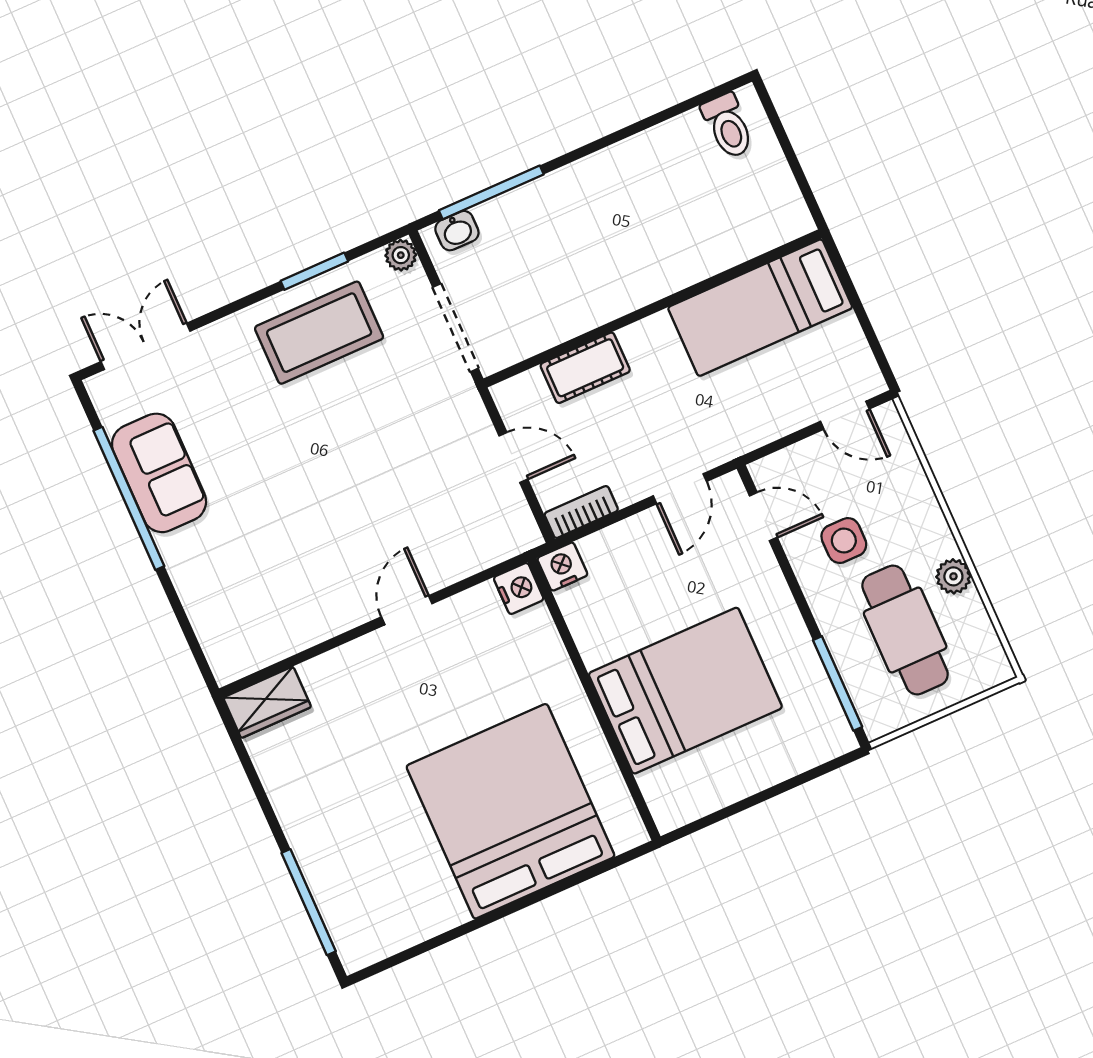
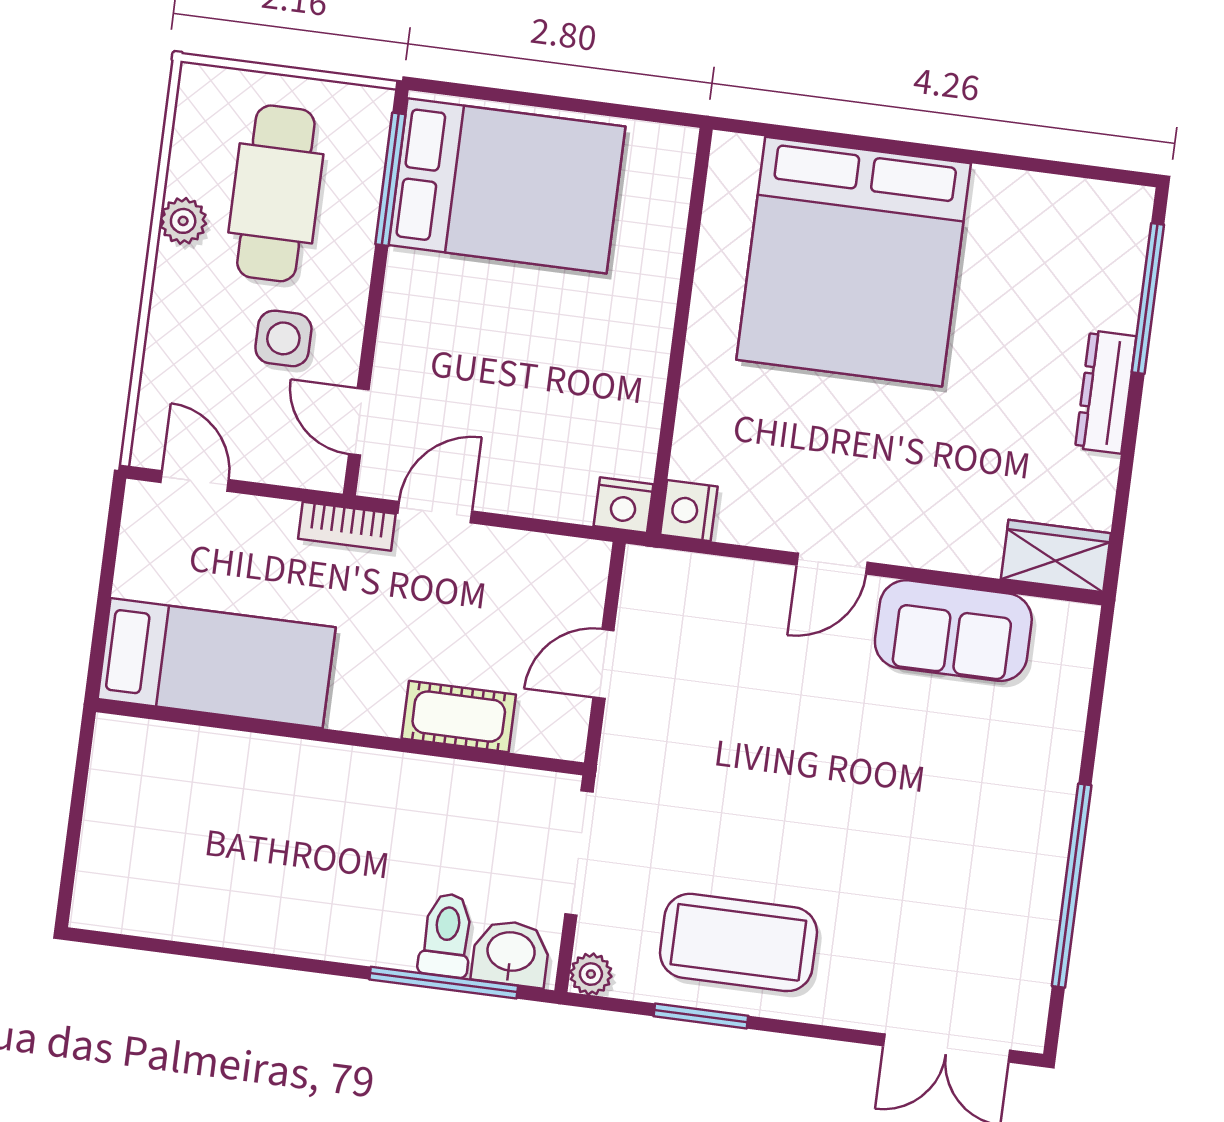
toilet: (728, 126) -> (447, 935), moved
washbasin: (457, 231) -> (511, 953), width x1.38, depth x1.45
door: (513, 458) -> (603, 664), hinge flipped
sofa: (159, 473) -> (953, 631), moved, turned -90
bookcase: (581, 512) -> (347, 526), moved
bed: (685, 691) -> (507, 186), moved, turned 180
dresser: (299, 826) -> (1106, 392), added

